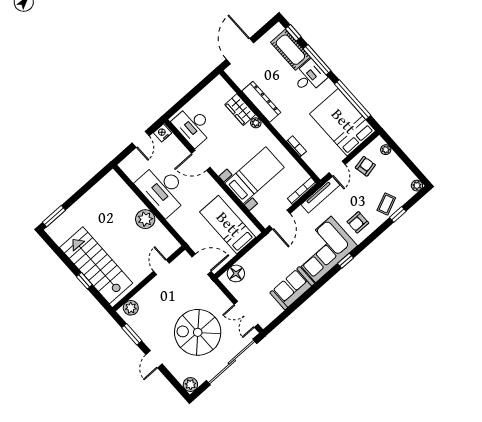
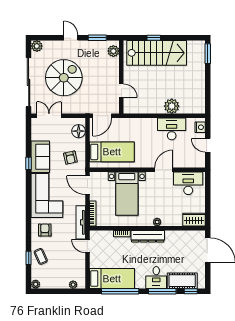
dresser: (261, 102) -> (148, 236), moved
wardrobe: (240, 110) -> (194, 220), moved
bed: (343, 122) -> (112, 279), width x0.67
nightstand: (162, 133) -> (200, 127), moved
armchair: (365, 166) -> (70, 158), moved
desk: (163, 189) -> (172, 129), width x0.73, depth x0.77
plant: (145, 219) -> (172, 106), moved
window: (346, 261) -> (29, 163), moved

